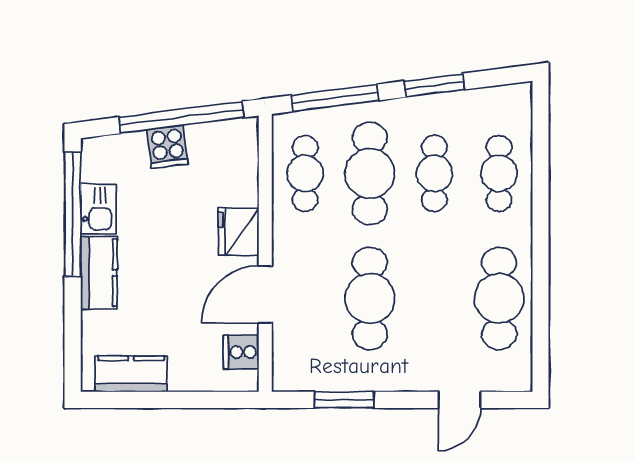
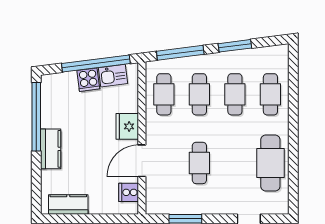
cafe table: (370, 173) -> (199, 94), width x0.73, depth x0.74
kitchen sink: (98, 209) -> (113, 76), moved, turned 83
cafe table: (370, 298) -> (199, 163), width x0.73, depth x0.74

